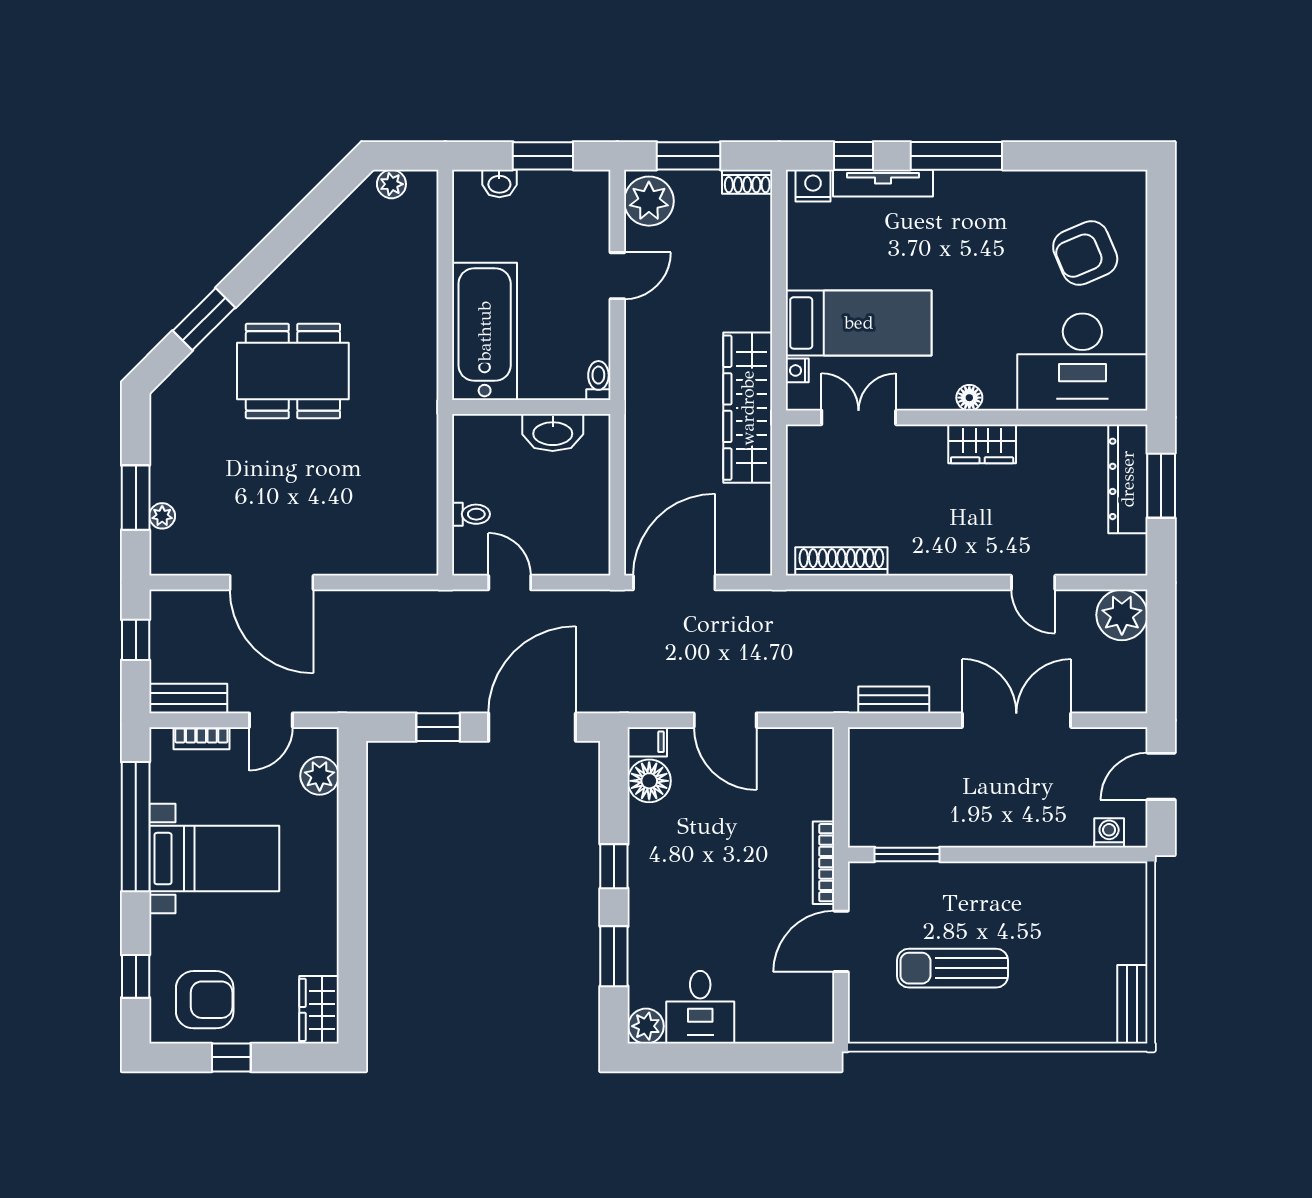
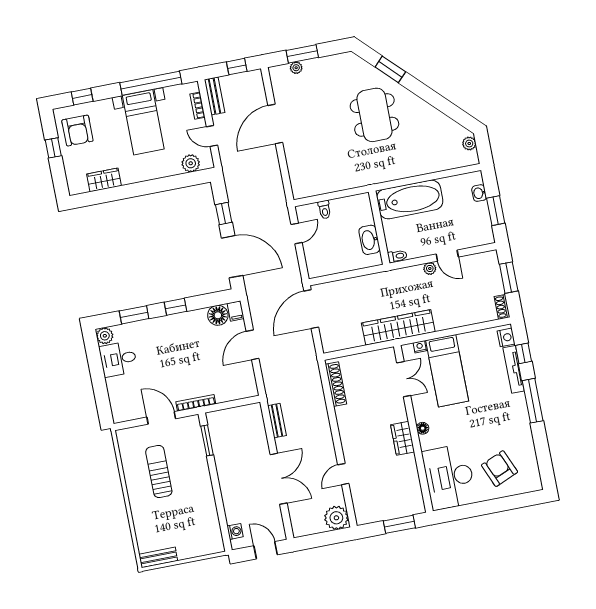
plant: (649, 201) -> (430, 268), moved, width x0.53, depth x0.53
dresser: (1128, 479) -> (399, 508), removed
door: (674, 583) -> (311, 309), swing flipped
wardrobe: (319, 1010) -> (104, 180), moved

